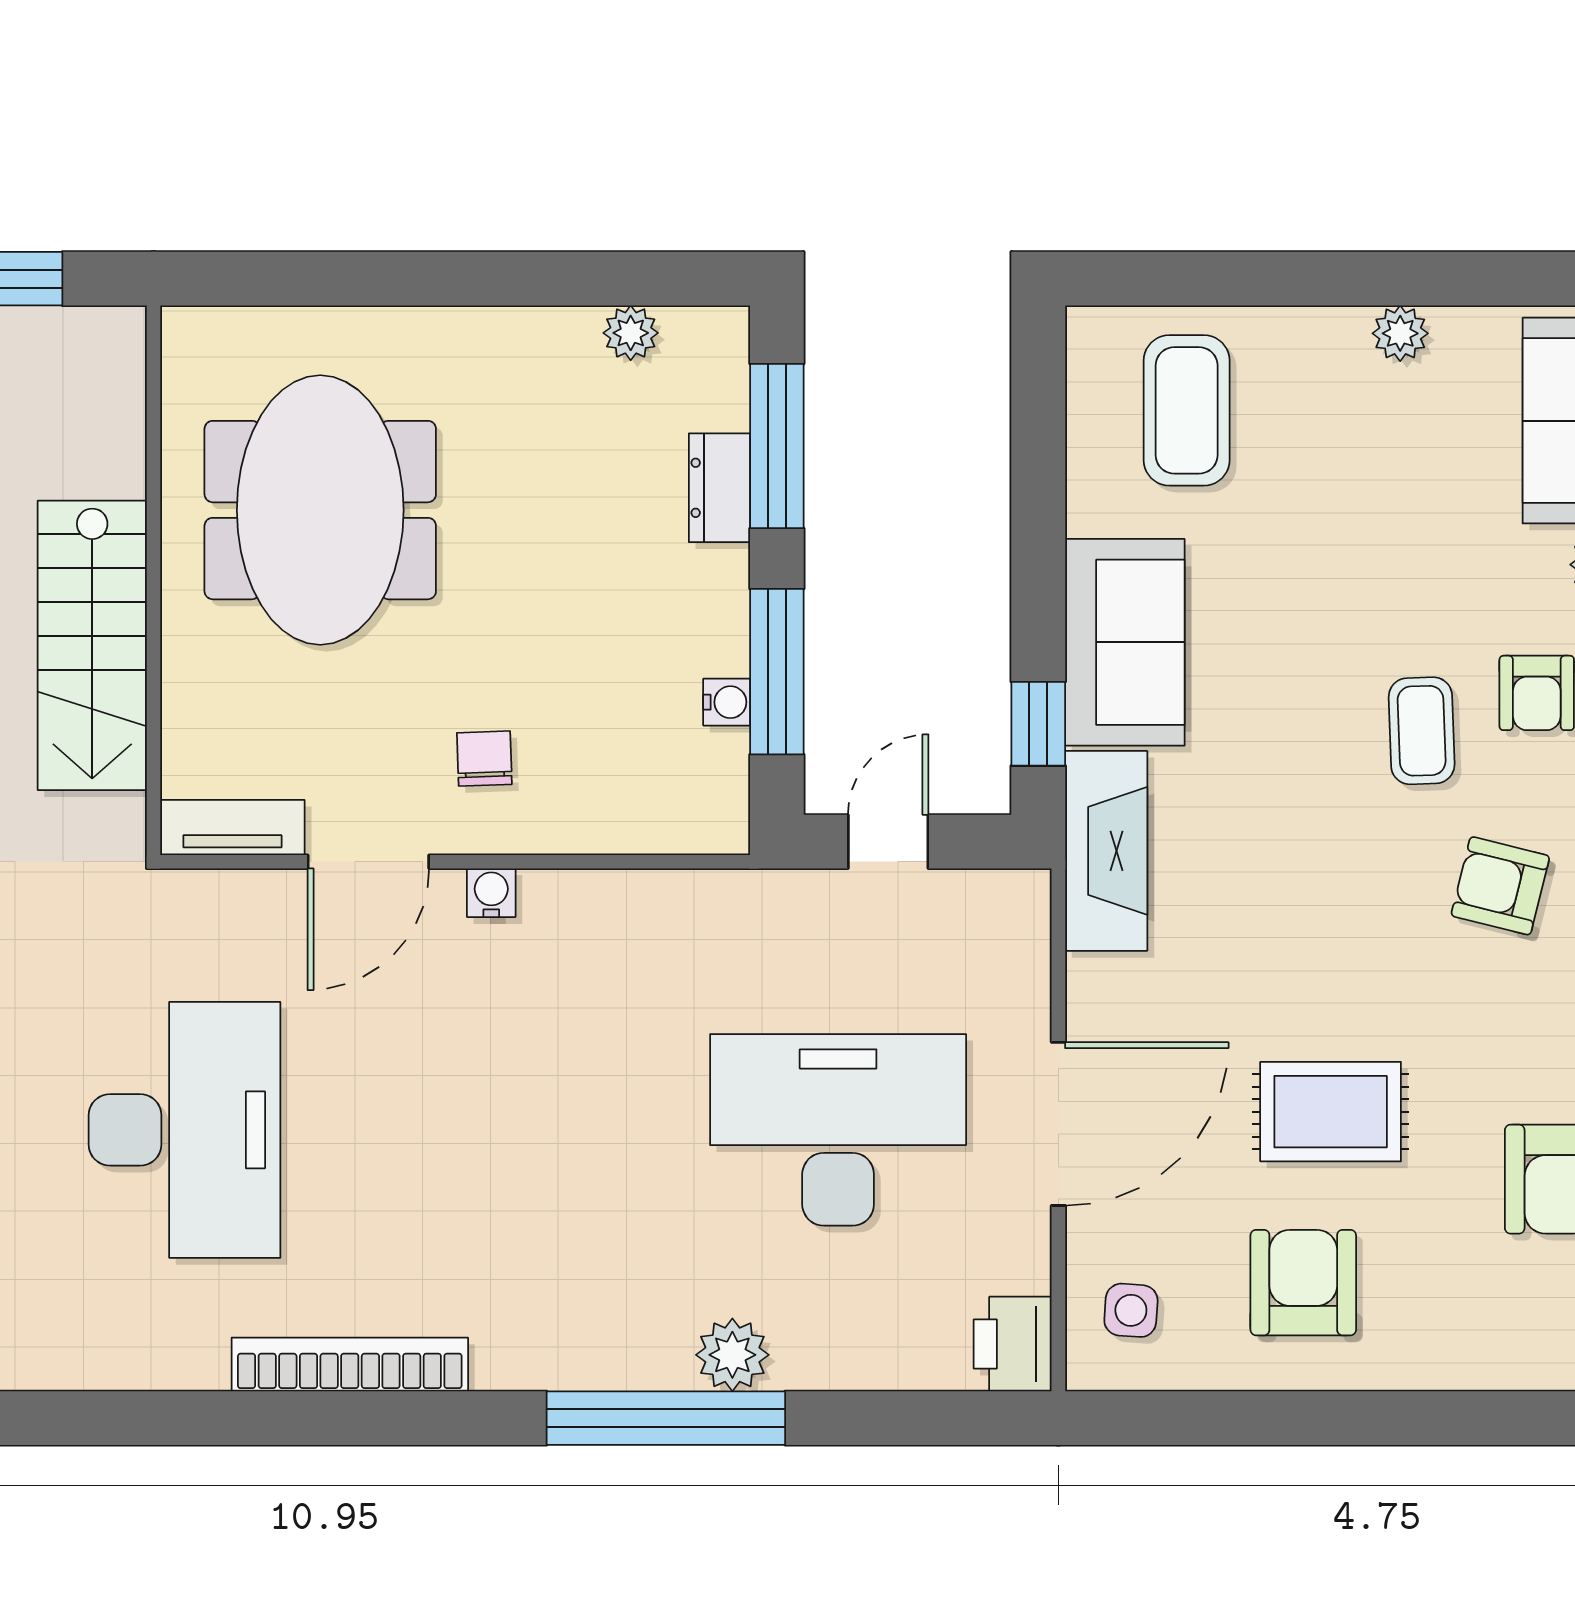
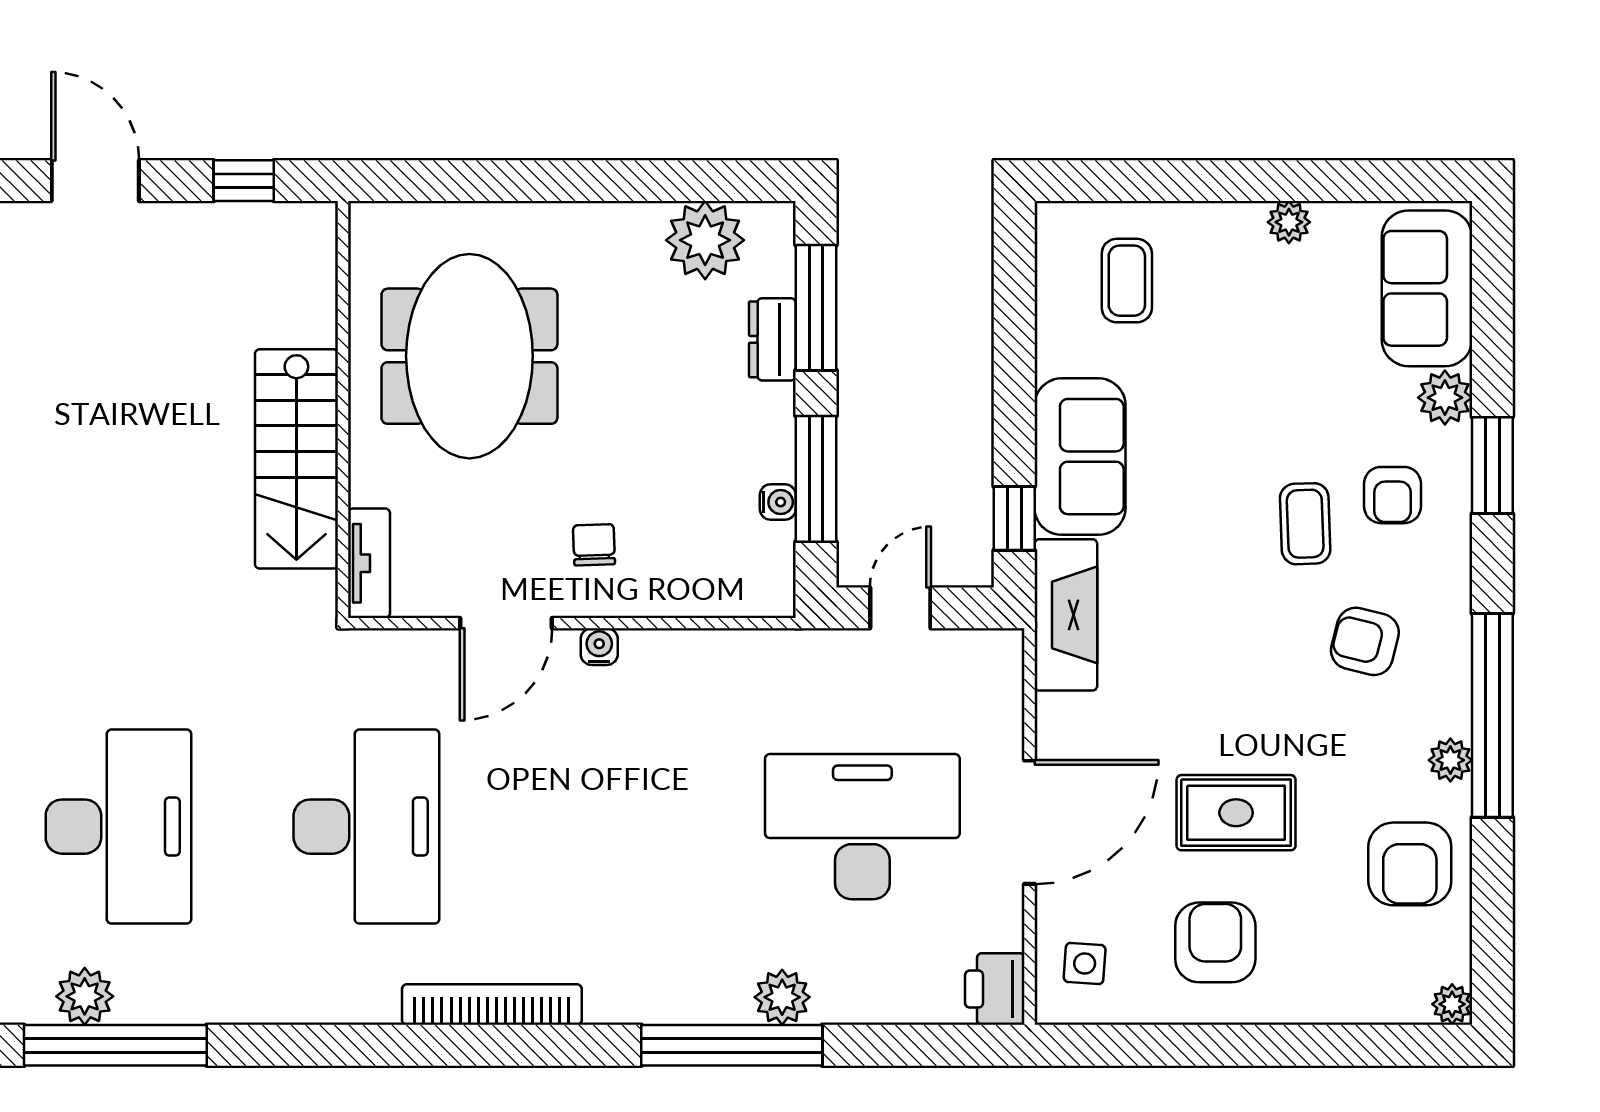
plant: (631, 333) -> (705, 240), width x1.88, depth x1.88
coffee table: (1187, 410) -> (1127, 281), width x0.73, depth x0.77
tv unit: (232, 827) -> (369, 563), moved, turned 90

